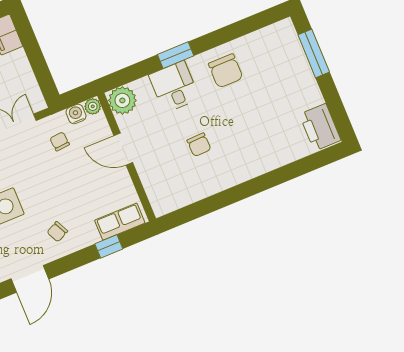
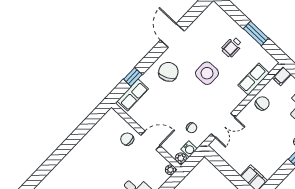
plant: (122, 100) -> (170, 170), width x0.53, depth x0.53
chair: (199, 145) -> (127, 139), moved
chair: (57, 232) -> (168, 72), width x1.87, depth x1.87

